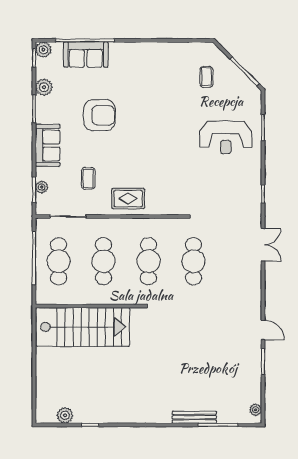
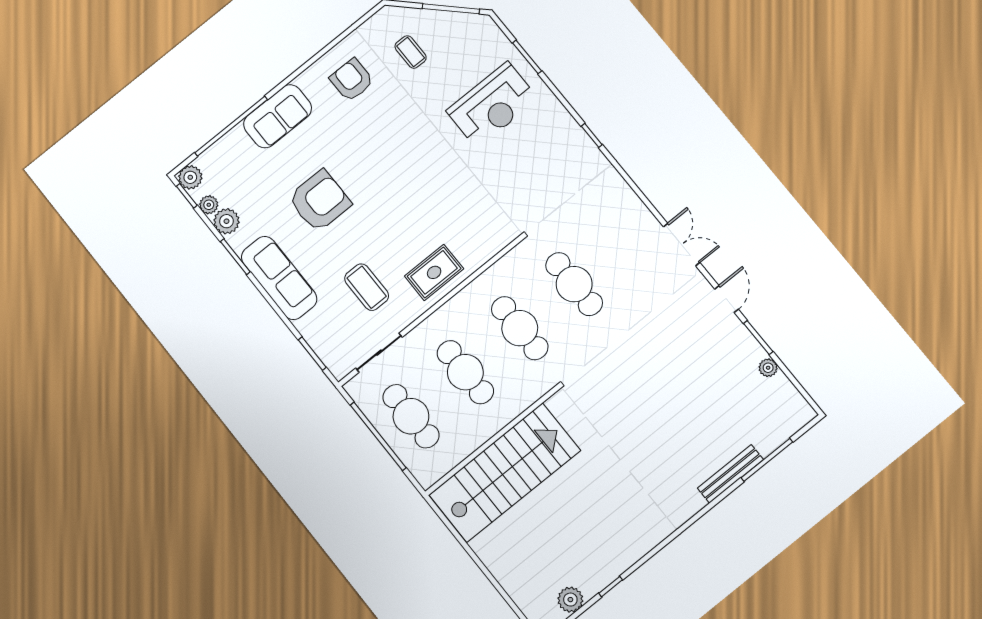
sofa: (86, 55) -> (278, 116), moved
armchair: (165, 67) -> (352, 80), added
sofa: (48, 145) -> (279, 278), width x1.36
coffee table: (88, 178) -> (367, 287), width x1.36, depth x1.30
plant: (42, 187) -> (209, 205), moved
double door: (263, 245) -> (682, 245), moved
door: (263, 330) -> (727, 299), hinge flipped
plant: (256, 410) -> (768, 368), moved

